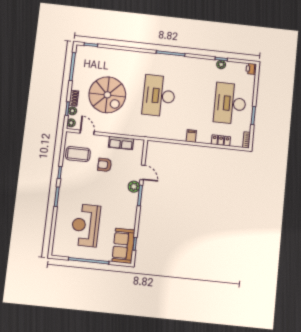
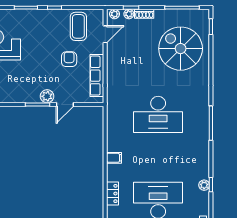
spiral stairs: (107, 95) -> (181, 49), moved, turned 90
desk: (159, 96) -> (158, 114), turned 180
row of seats: (121, 143) -> (97, 76), width x1.48

